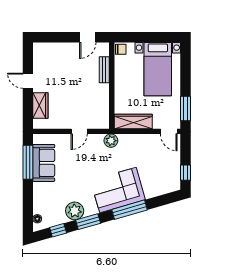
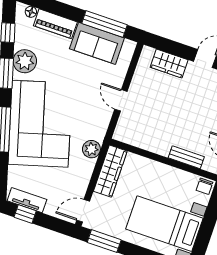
plant: (111, 141) -> (91, 149), moved
tv unit: (175, 175) -> (27, 200), added
corner sofa: (118, 190) -> (40, 124), width x1.36, depth x1.36
piano: (40, 198) -> (55, 24), added

